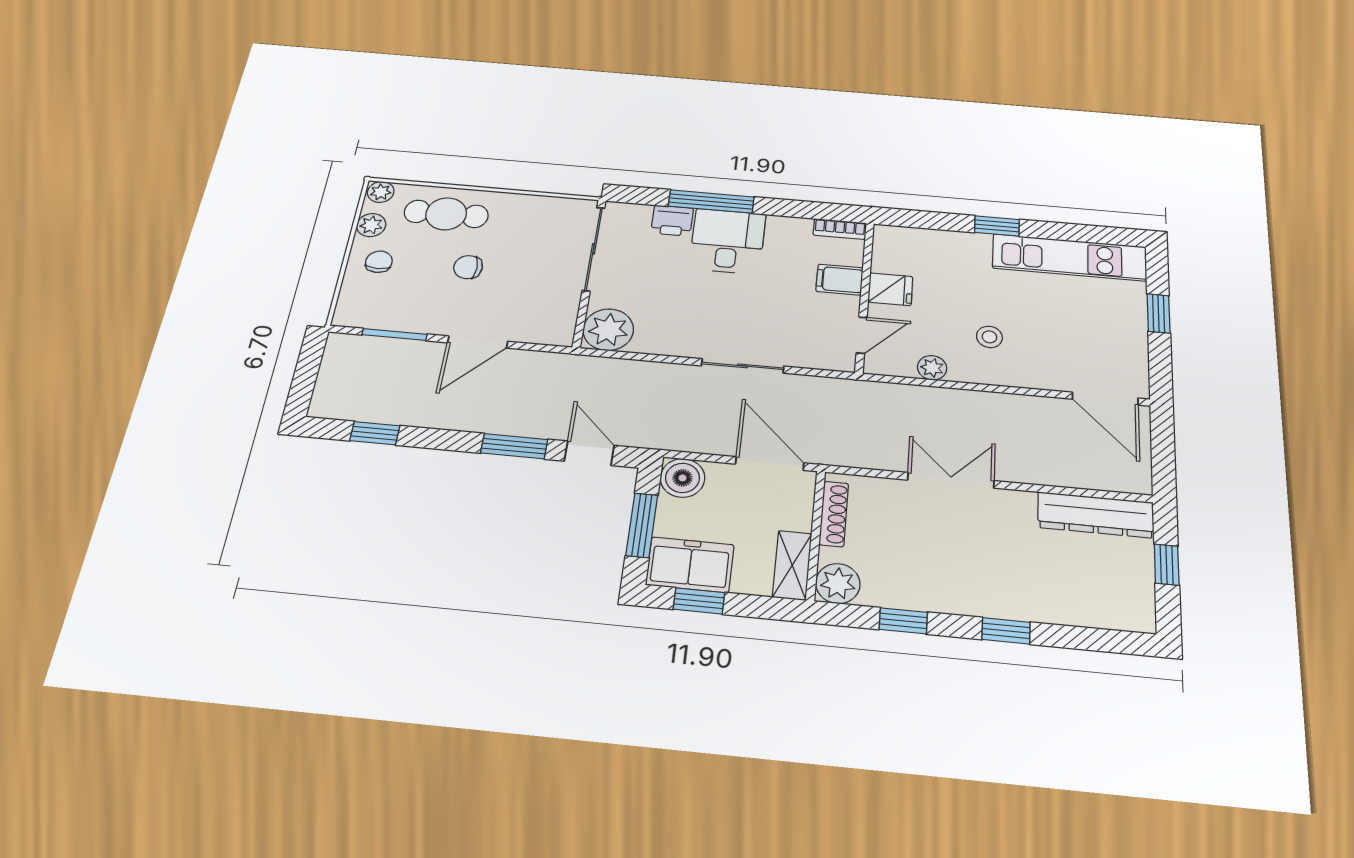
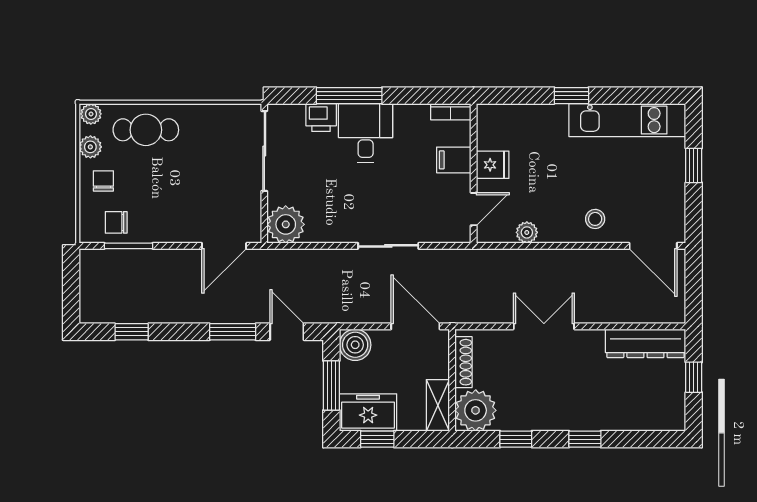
chair: (468, 267) -> (116, 222), moved
stool: (989, 337) -> (595, 219), moved
door: (478, 342) -> (224, 246), moved
plant: (838, 584) -> (476, 410), width x1.36, depth x1.36

